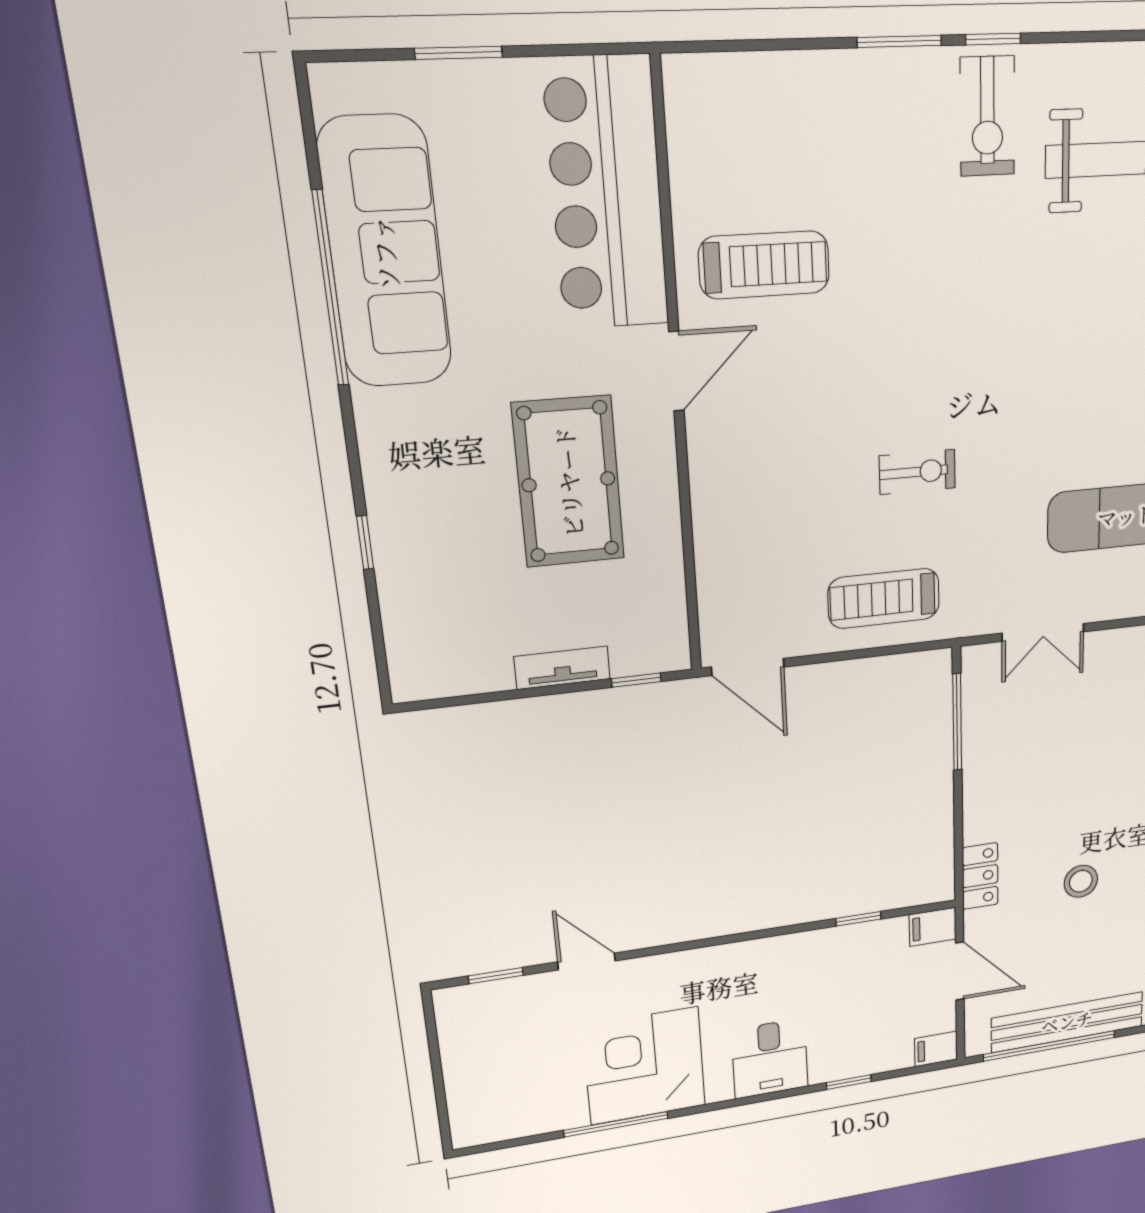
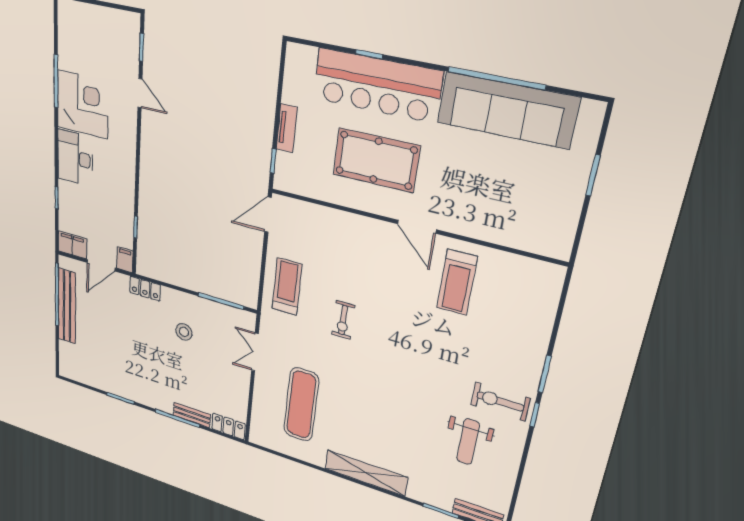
bar counter: (607, 194) -> (377, 85), moved, turned 180
stool: (1081, 881) -> (184, 332), moved
door: (587, 961) -> (140, 93), hinge flipped
filing cabinet: (936, 1049) -> (72, 245), width x2.00
desk: (770, 1058) -> (75, 158), width x1.37

